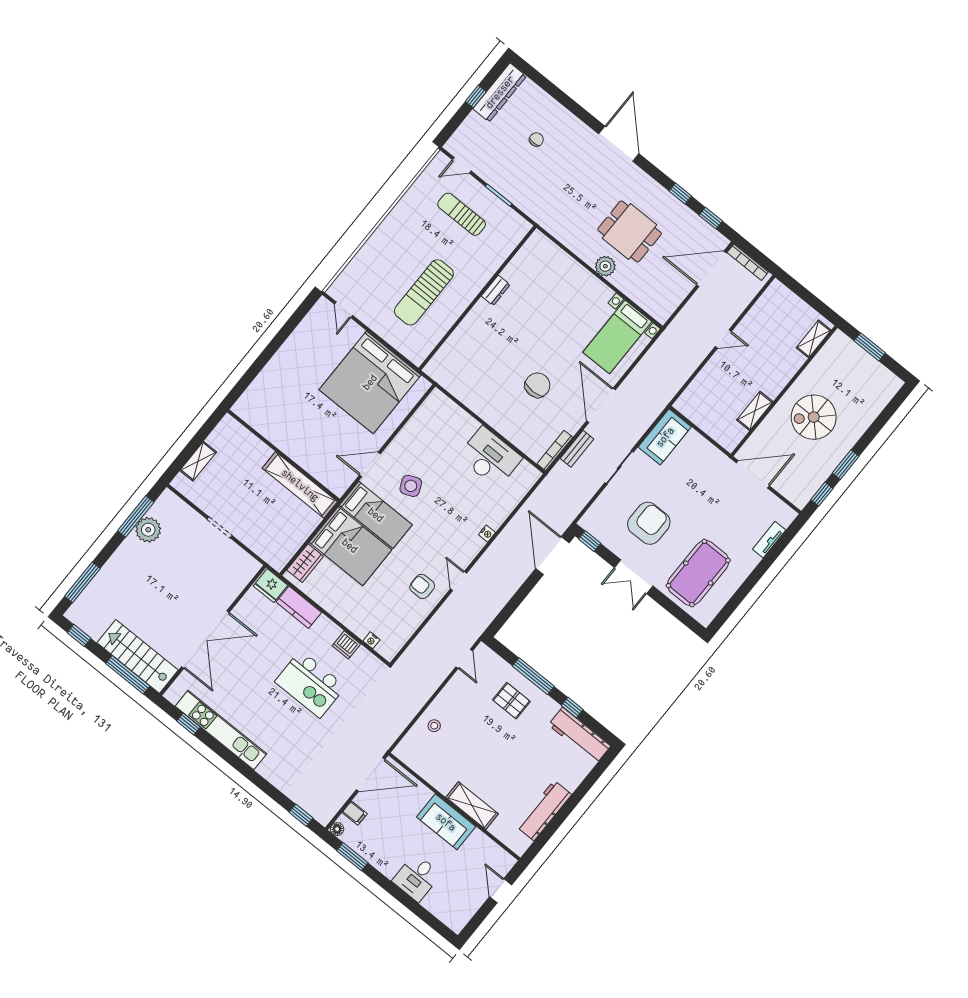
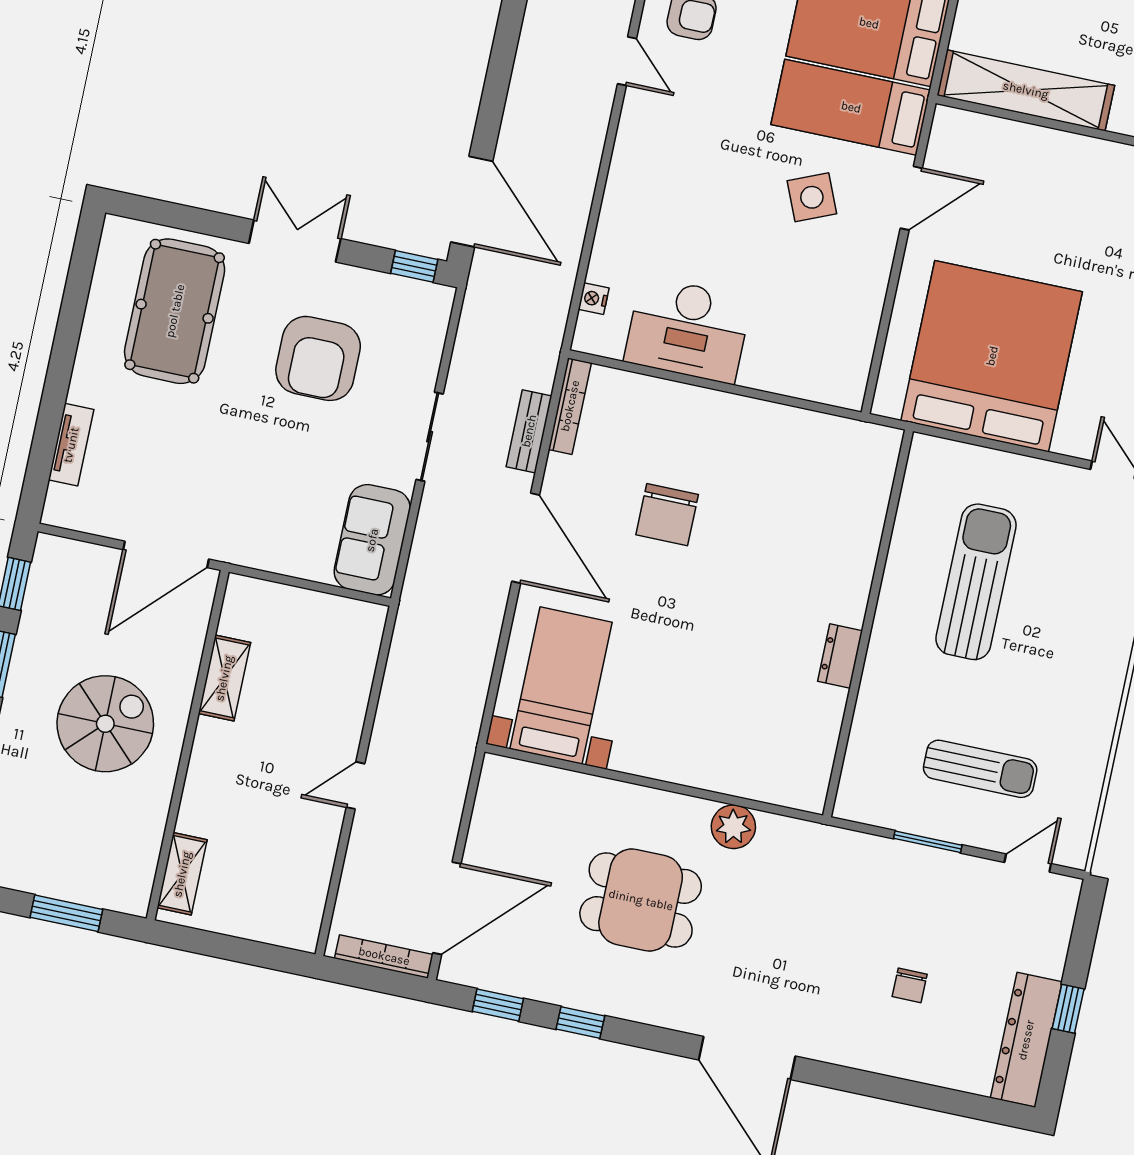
plant: (605, 266) -> (733, 827), moved
nightstand: (487, 534) -> (594, 299), moved

